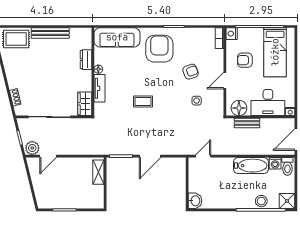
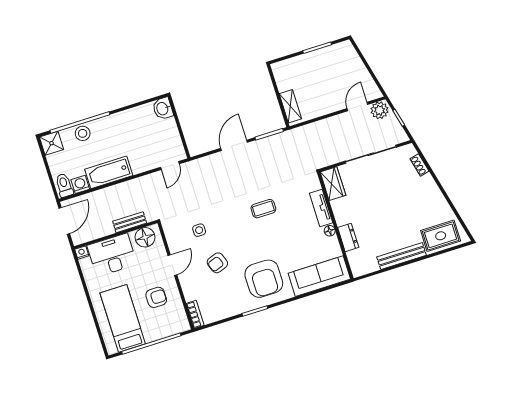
nightstand: (232, 34) -> (182, 324), removed

